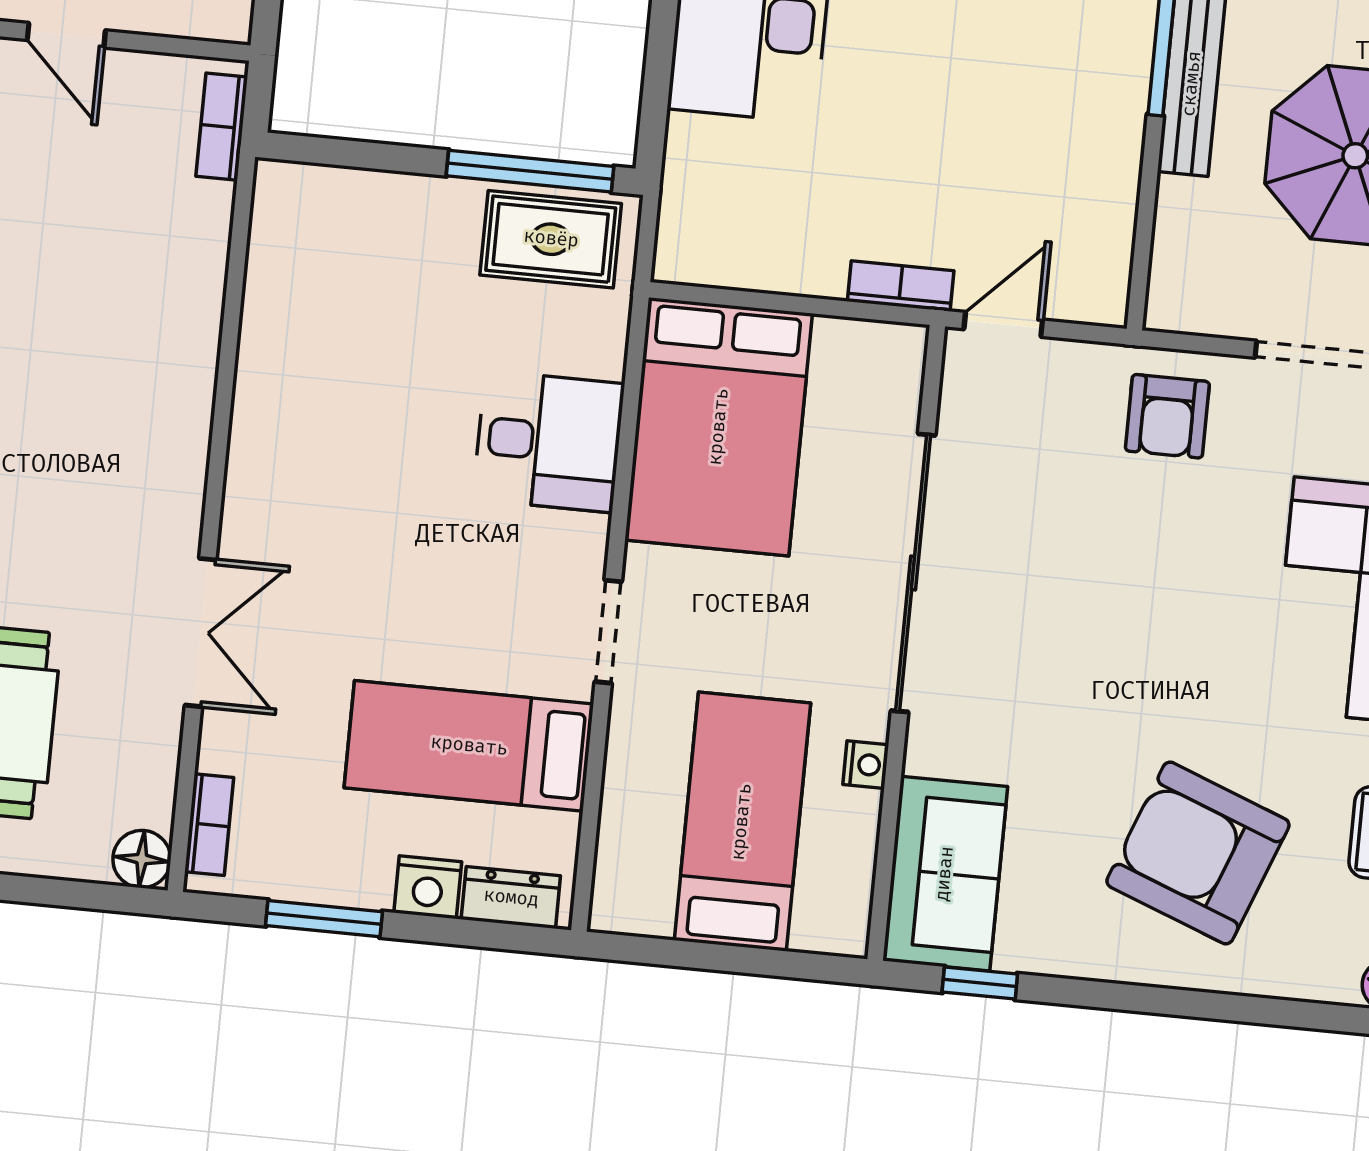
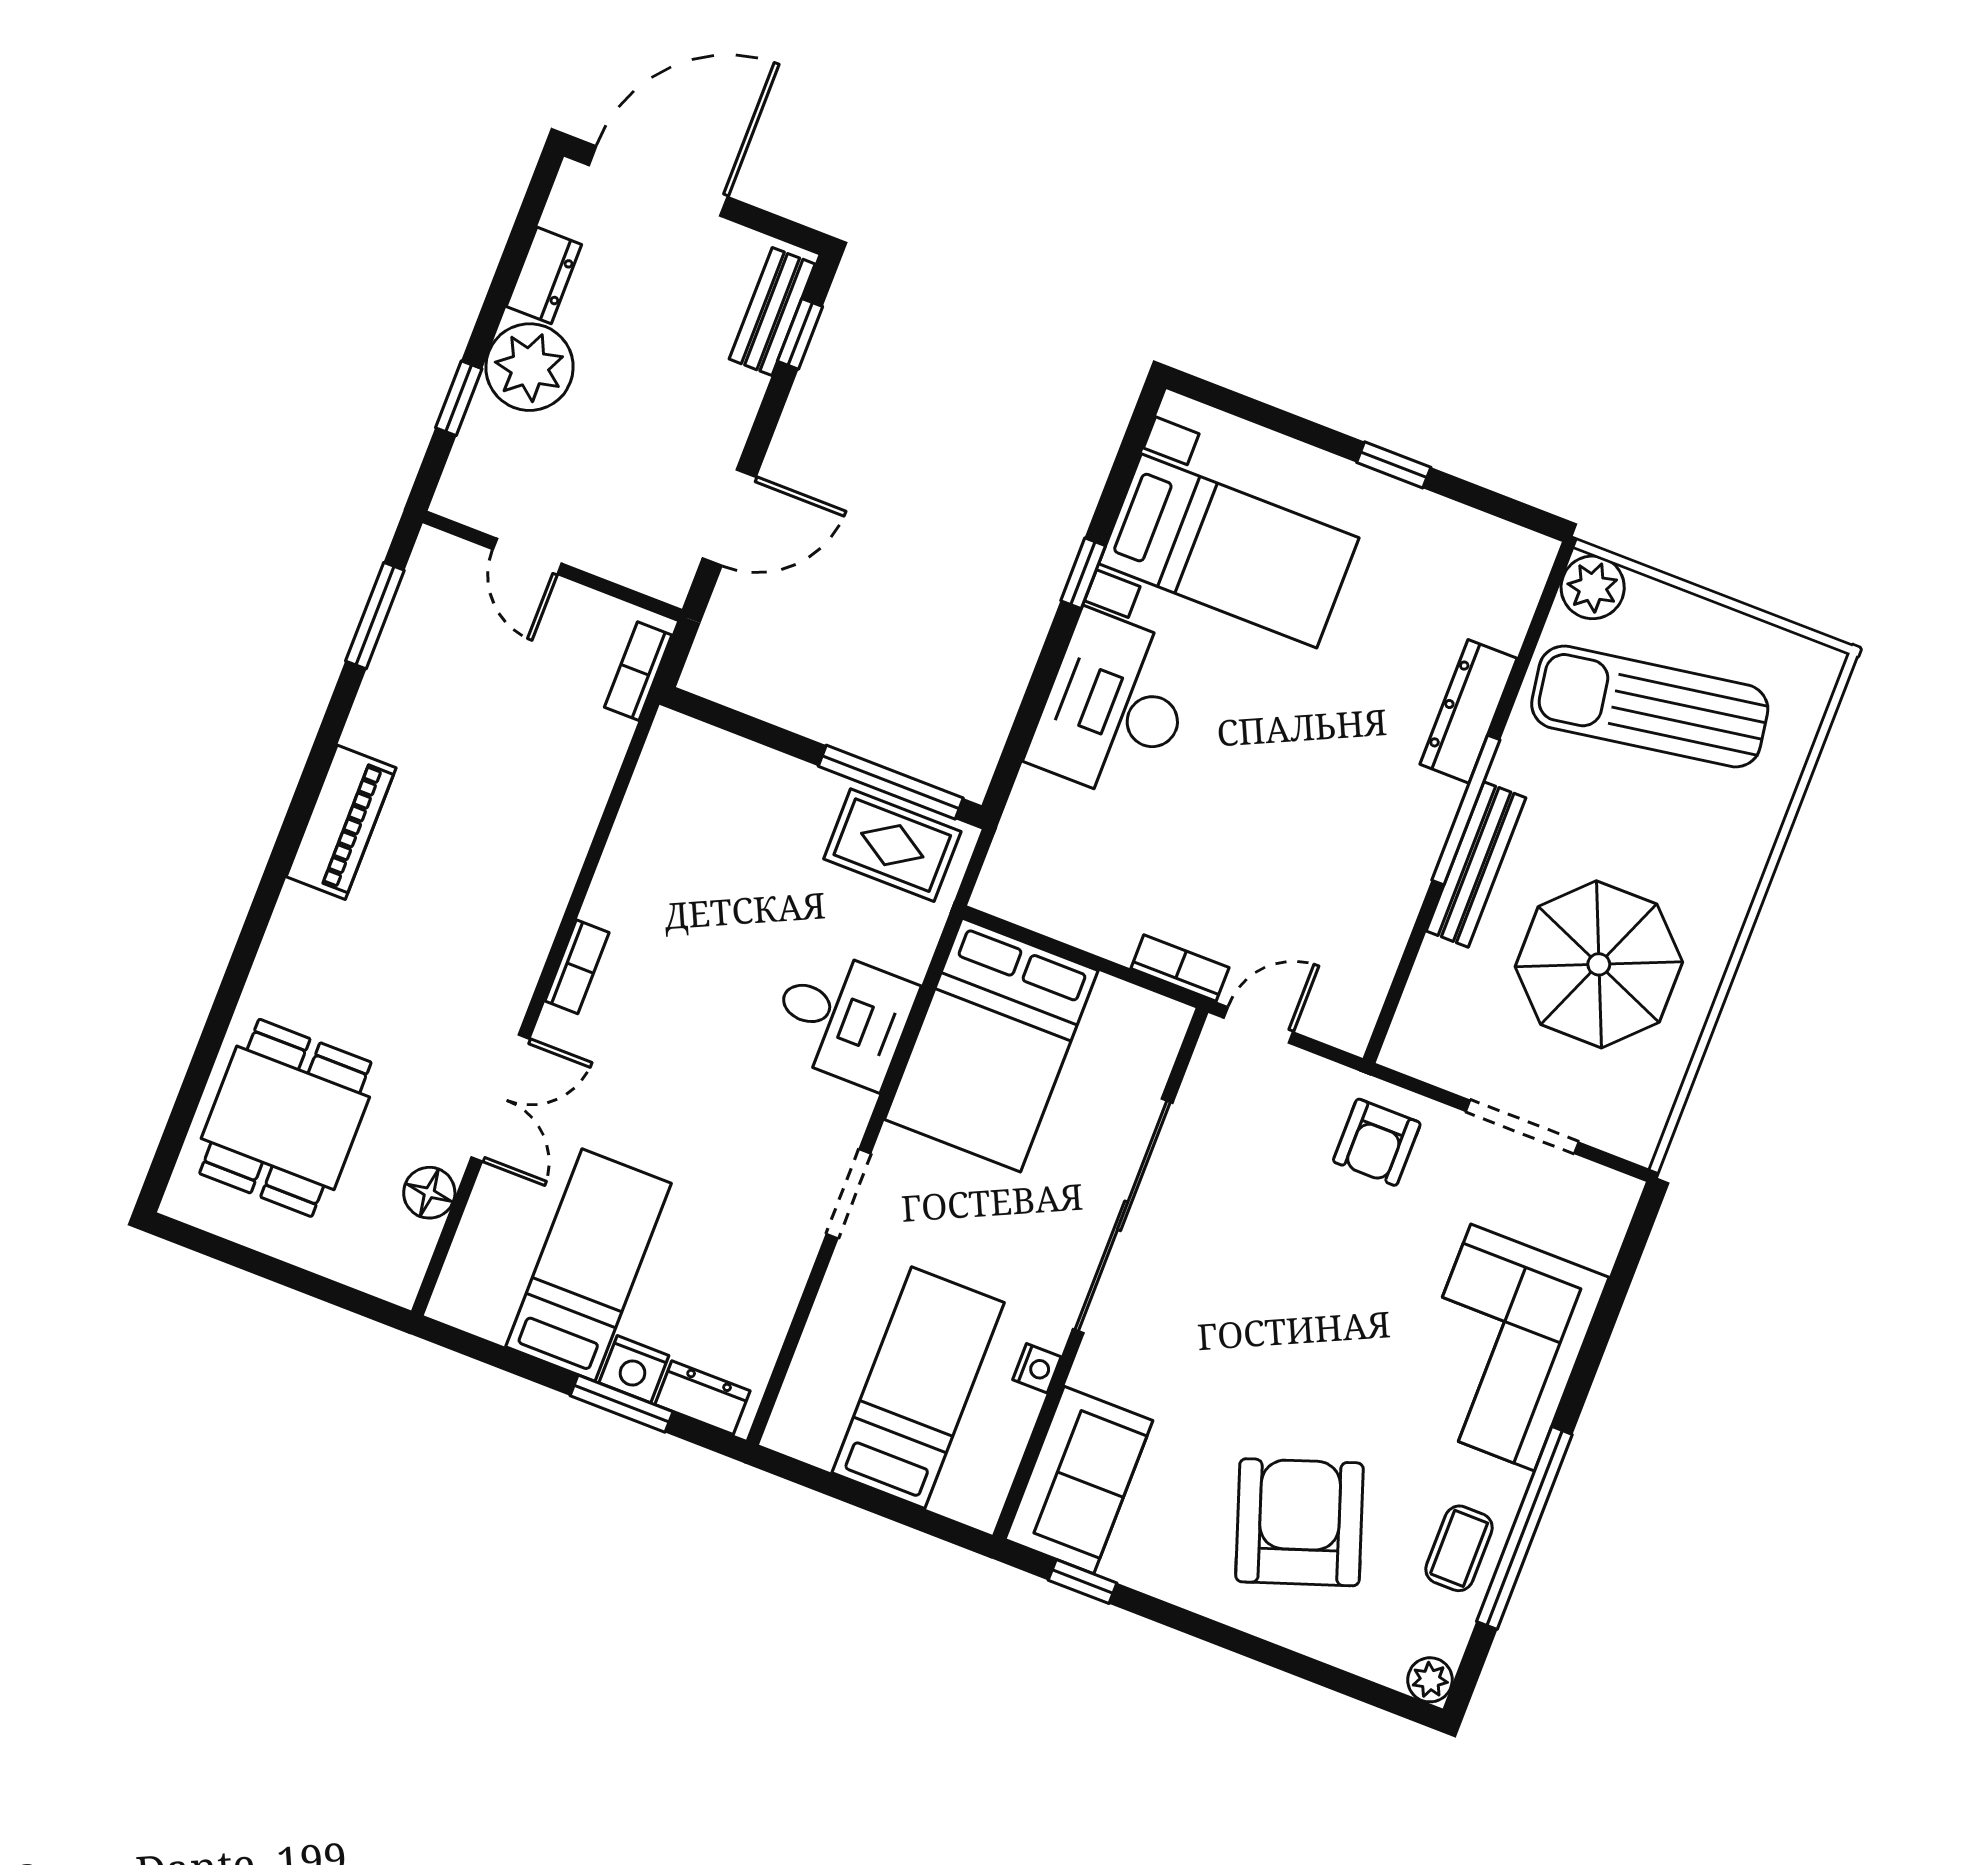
bed: (469, 746) -> (588, 1265), moved, turned 90
bookcase: (209, 825) -> (577, 967), moved
armchair: (1198, 853) -> (1299, 1522), turned 50
floor lamp: (142, 859) -> (429, 1193), moved
window: (324, 919) -> (622, 1404), moved

